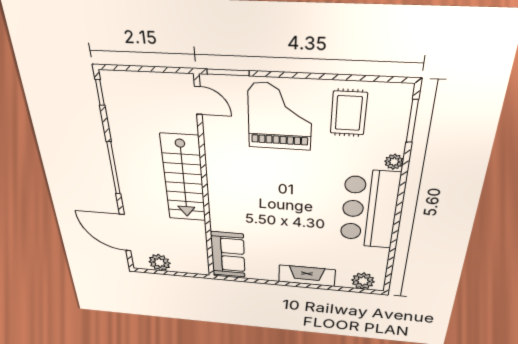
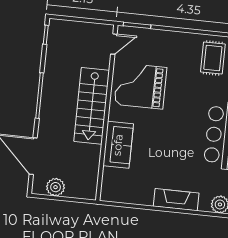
door: (198, 101) -> (114, 44), hinge flipped
grand piano: (280, 117) -> (141, 86), moved, turned -90
sofa: (228, 255) -> (118, 145), moved

